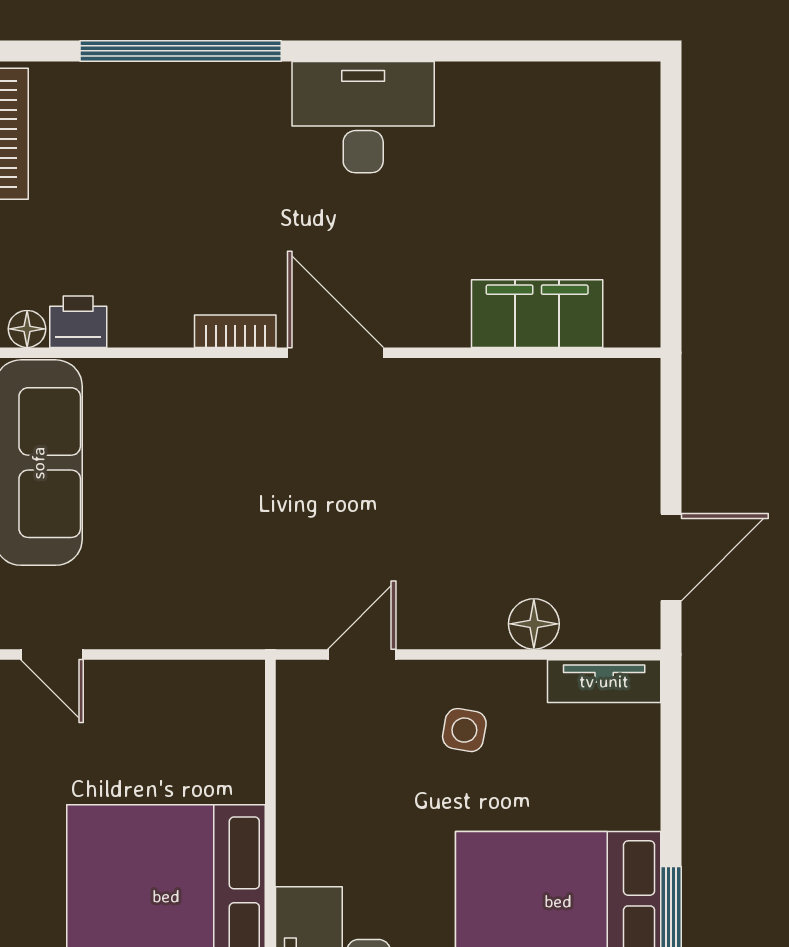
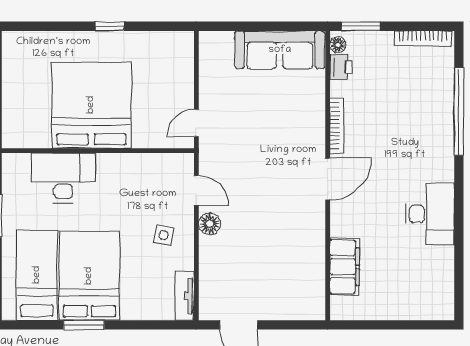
desk: (363, 117) -> (430, 214), moved
bookcase: (235, 331) -> (337, 125), width x1.56
floor lamp: (534, 624) -> (210, 224), moved
door: (52, 654) -> (196, 123), moved

